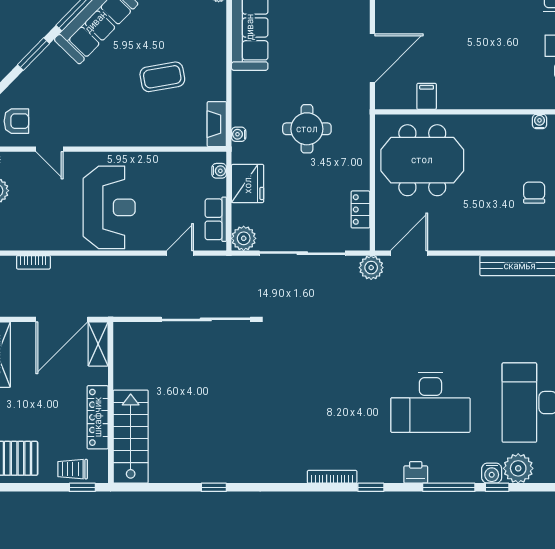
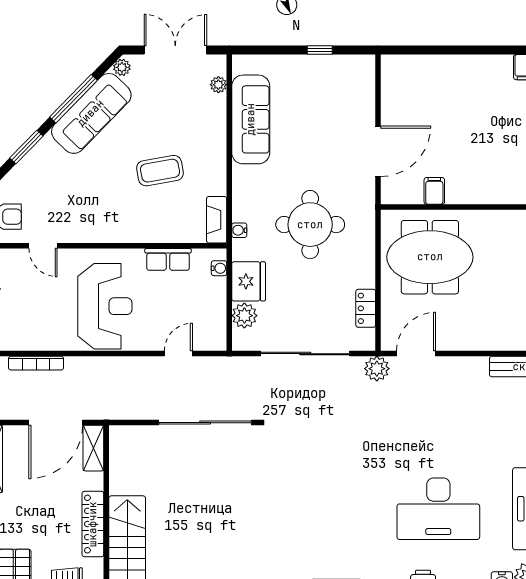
round table: (307, 129) -> (310, 225), width x1.36, depth x1.36
row of seats: (216, 219) -> (168, 259), moved, turned -90
plant: (244, 238) -> (244, 316), moved
bookcase: (33, 262) -> (36, 363), width x1.56

